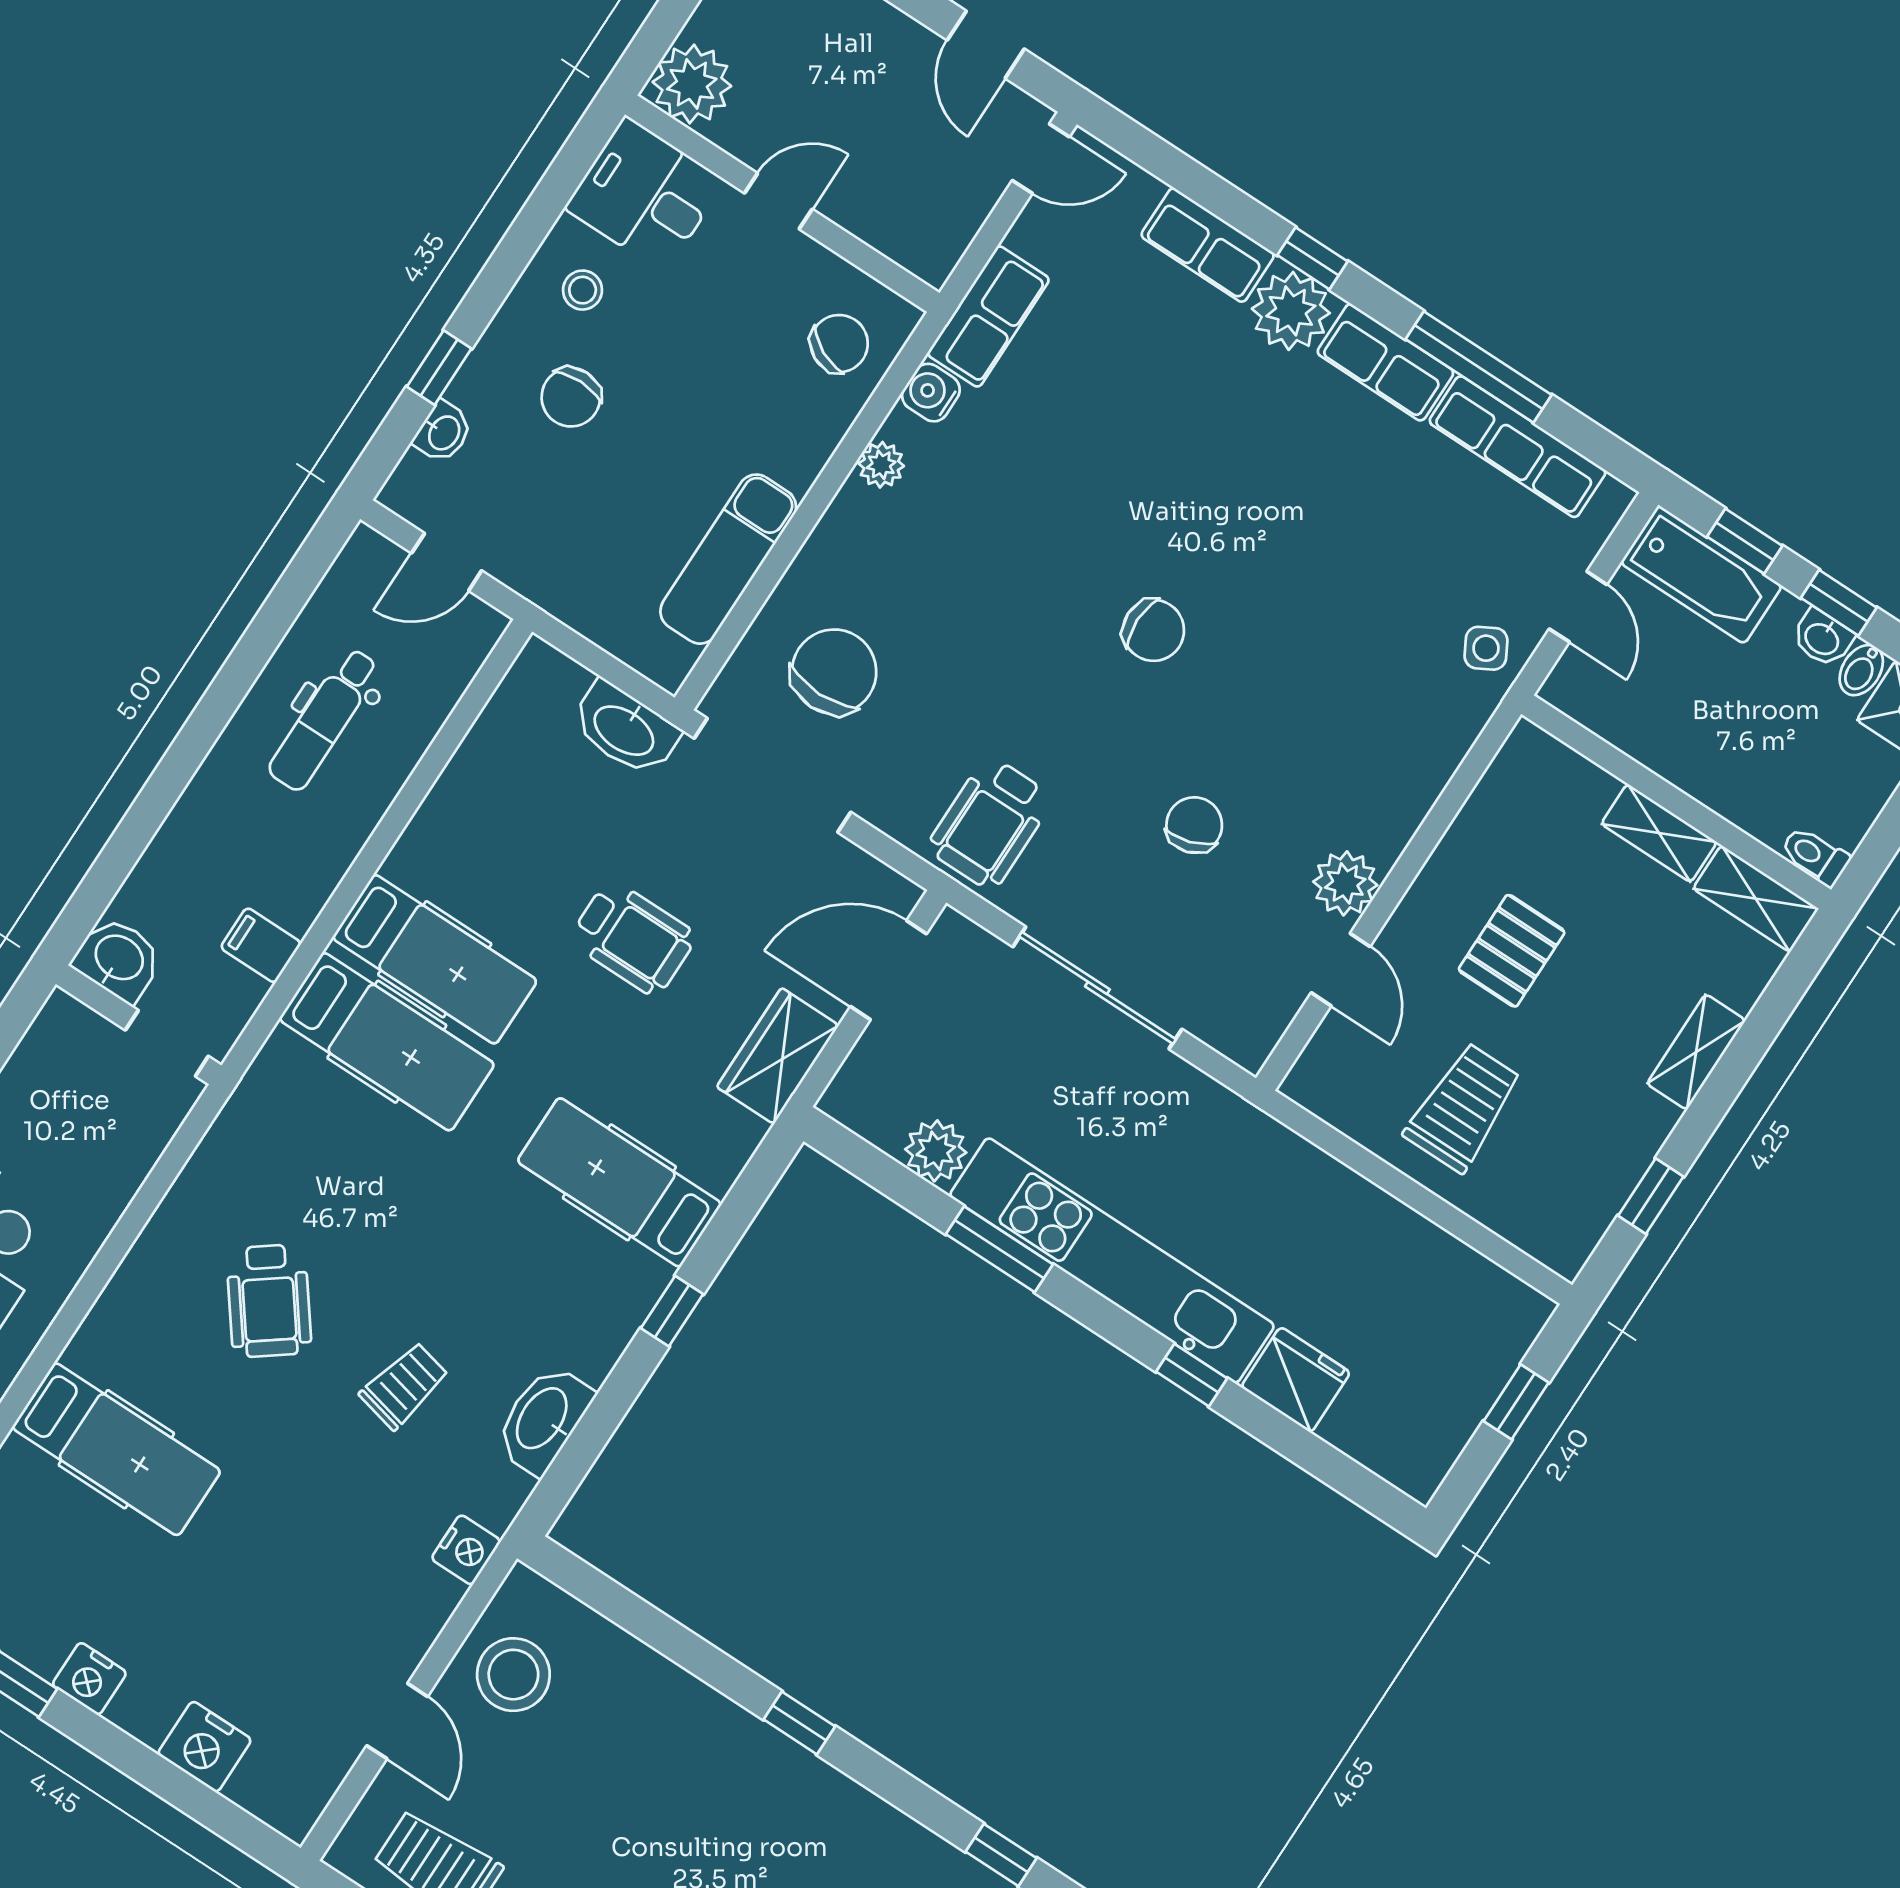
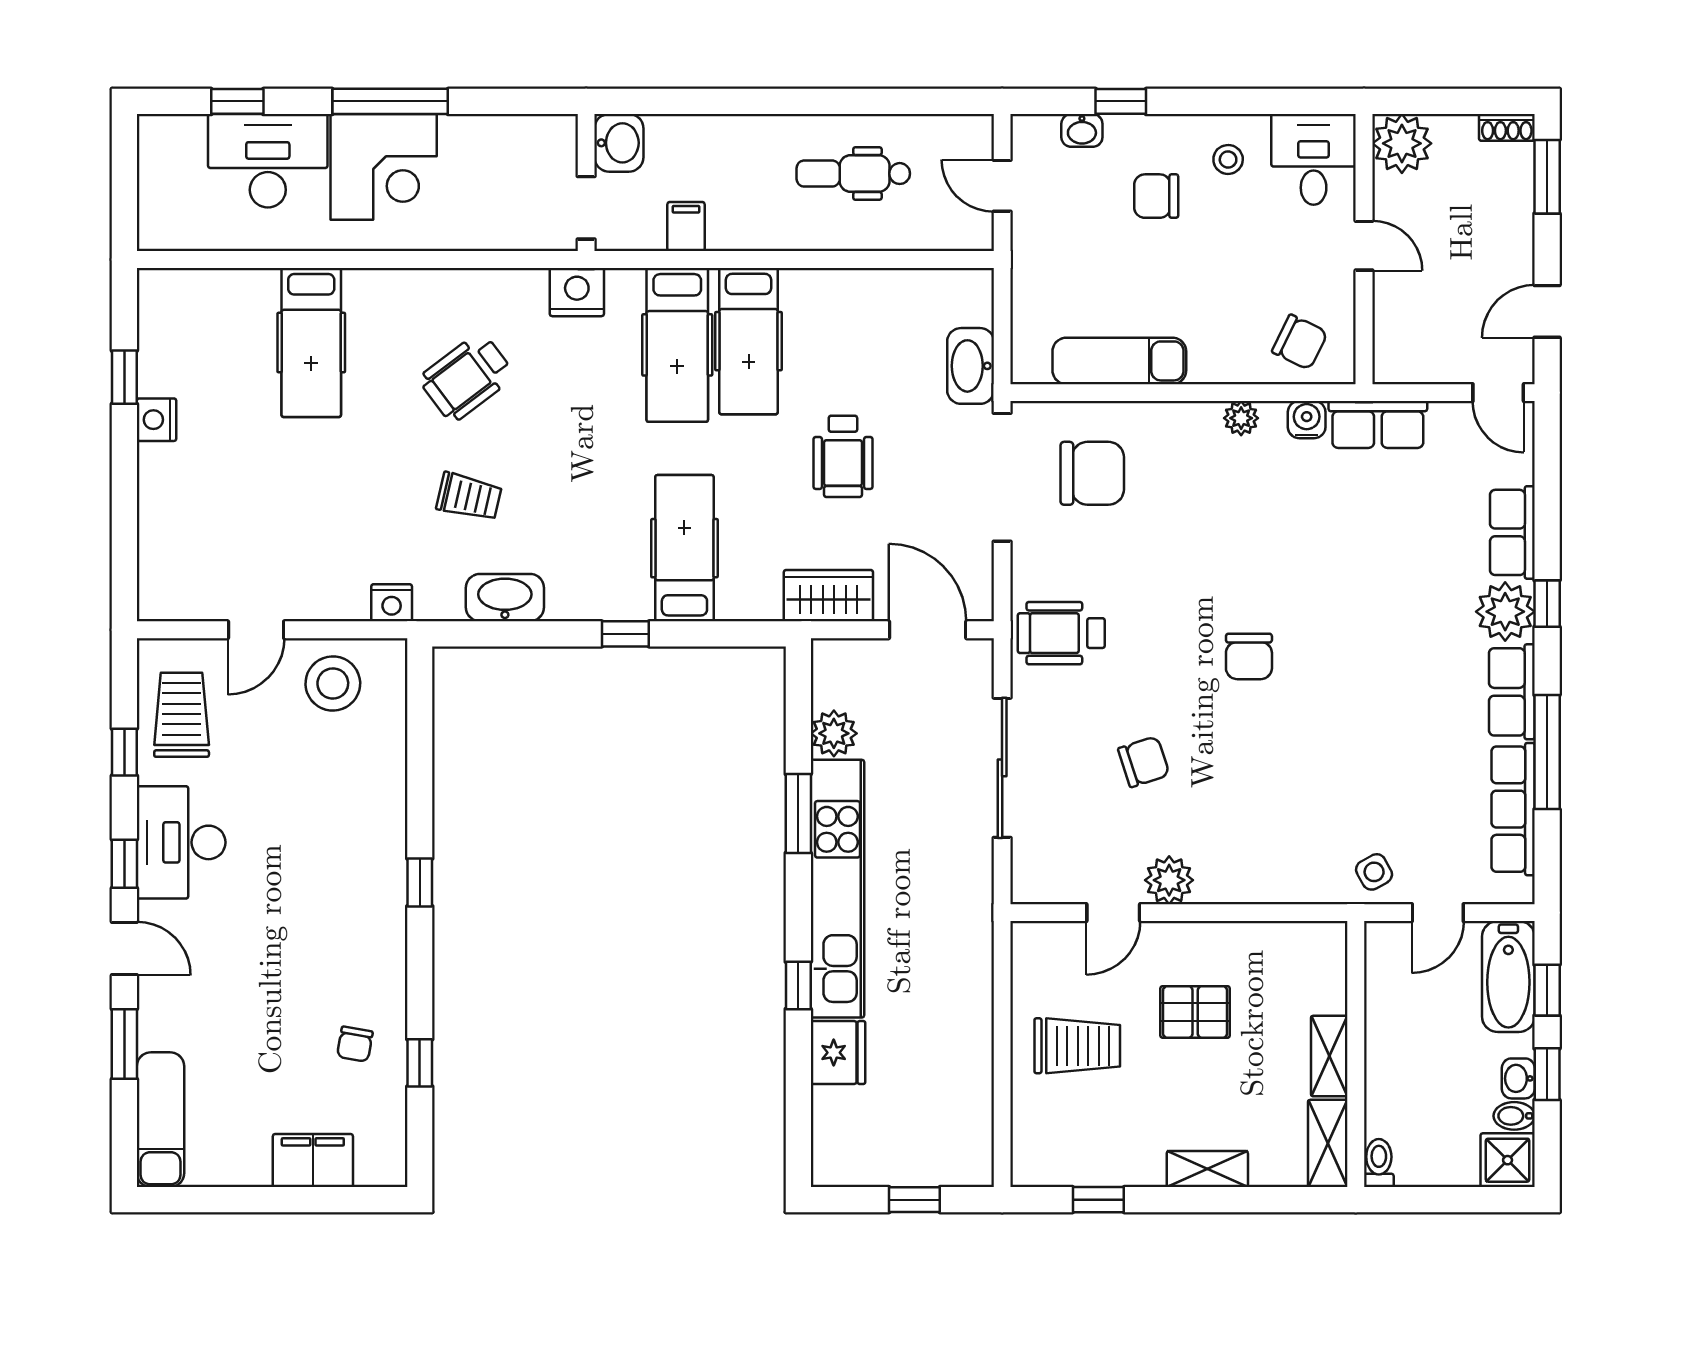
nightstand: (205, 1747) -> (577, 292), moved, turned 90

